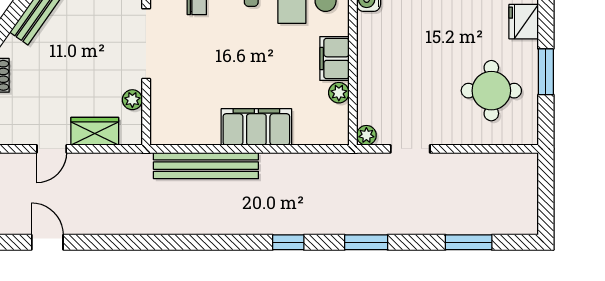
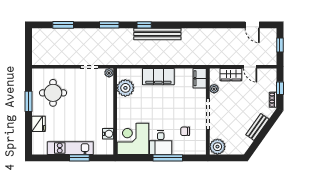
filing cabinet: (334, 59) -> (200, 78), moved, turned 180
plant: (339, 93) -> (125, 88), width x1.87, depth x1.87
door: (52, 149) -> (250, 67), swing flipped
bench: (206, 166) -> (157, 34), moved

